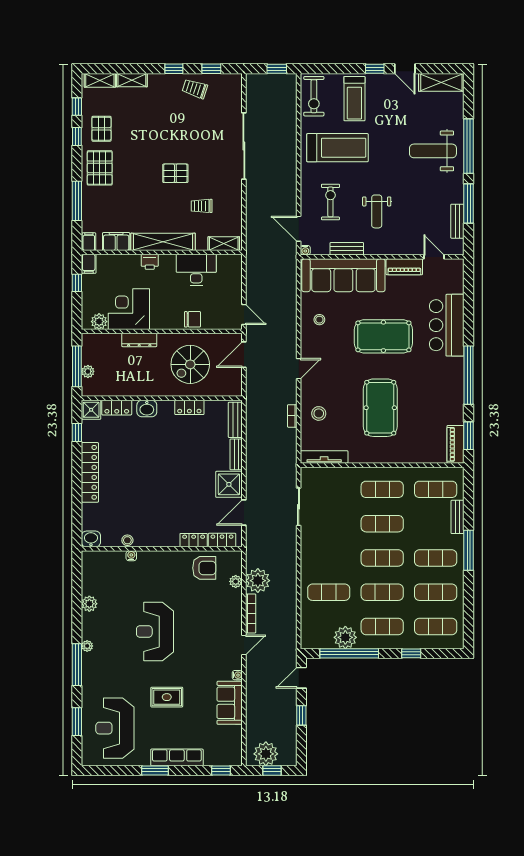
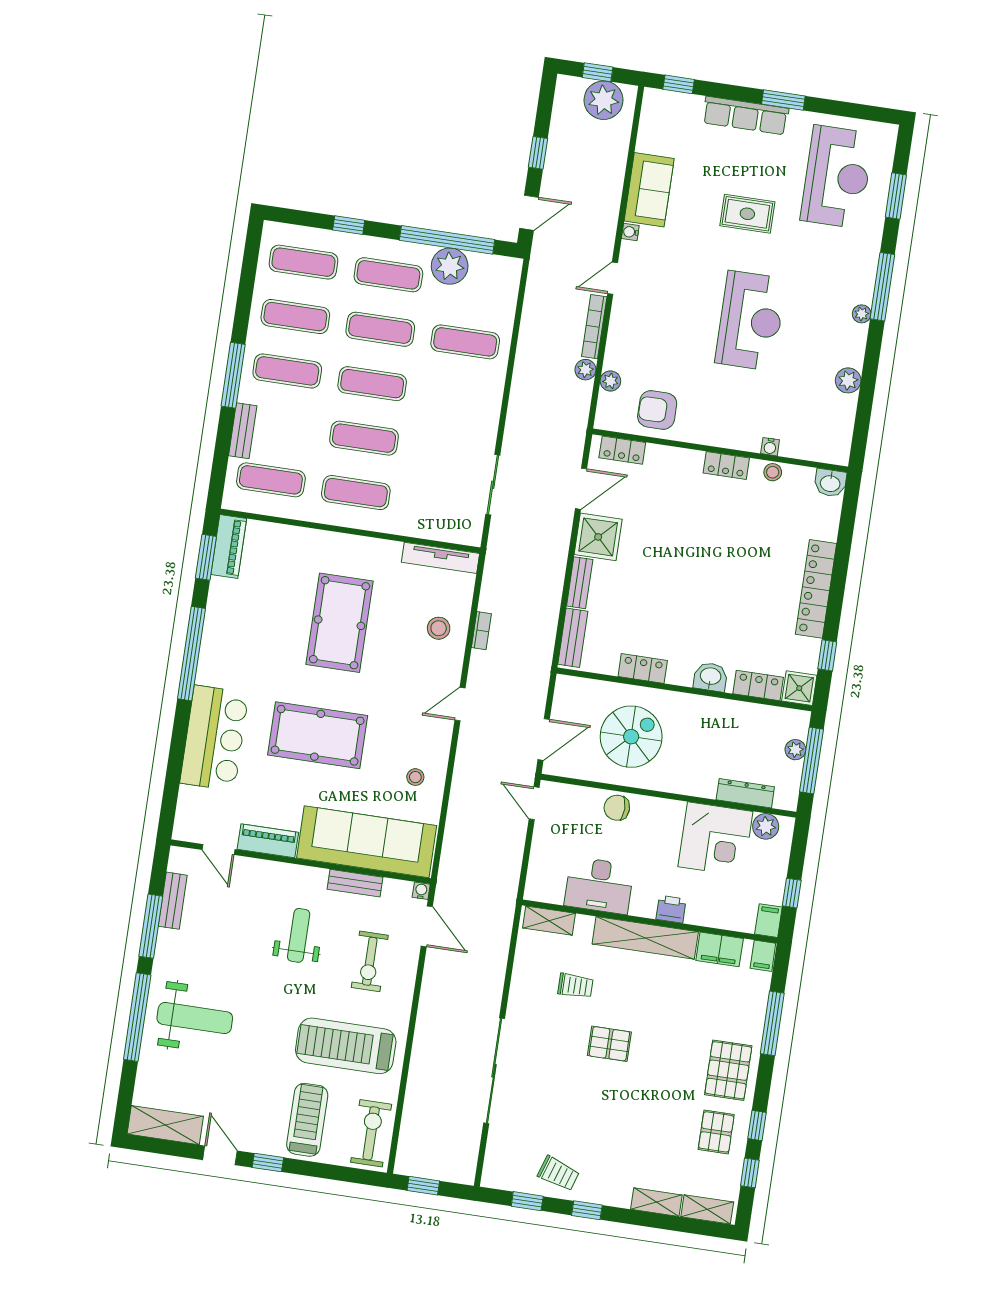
dresser: (139, 340) -> (745, 793), moved
locker: (194, 540) -> (726, 465), moved
plant: (258, 581) -> (585, 370), width x0.53, depth x0.53

